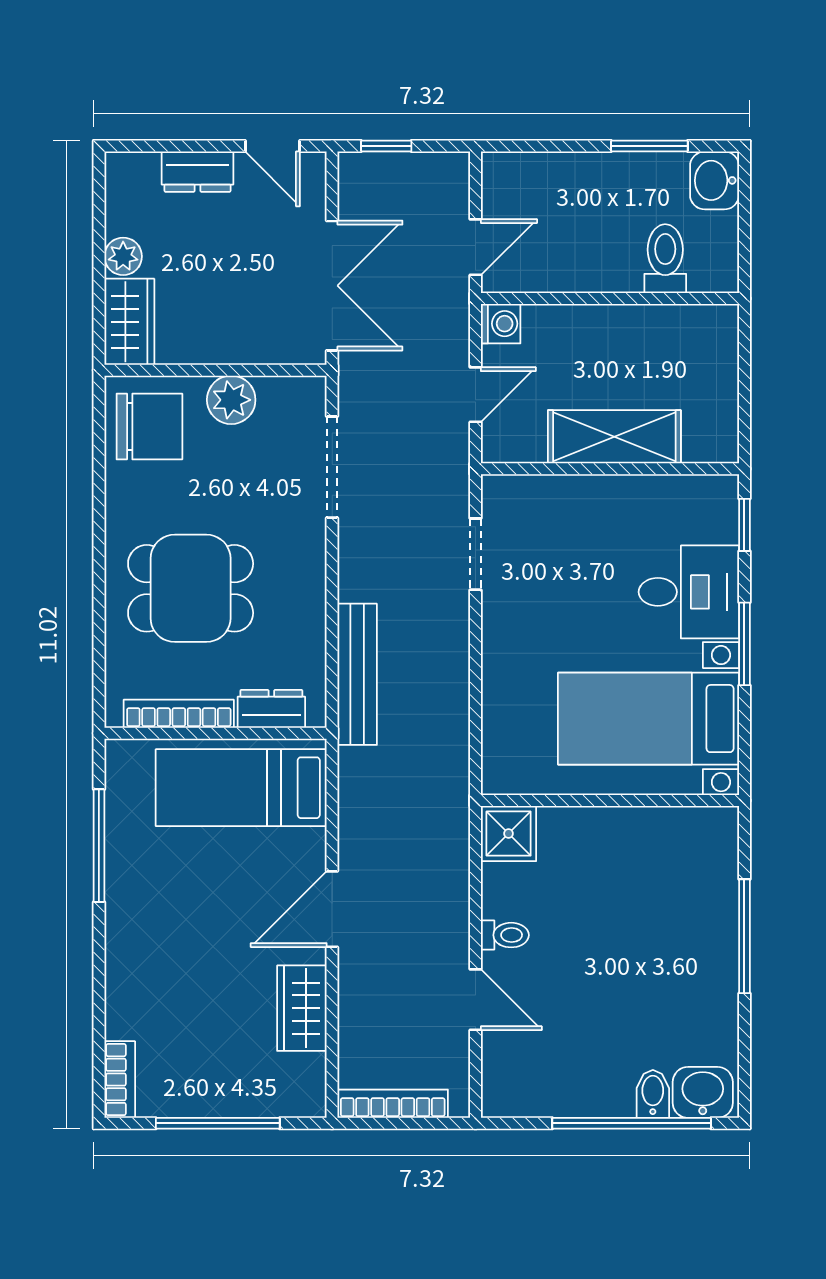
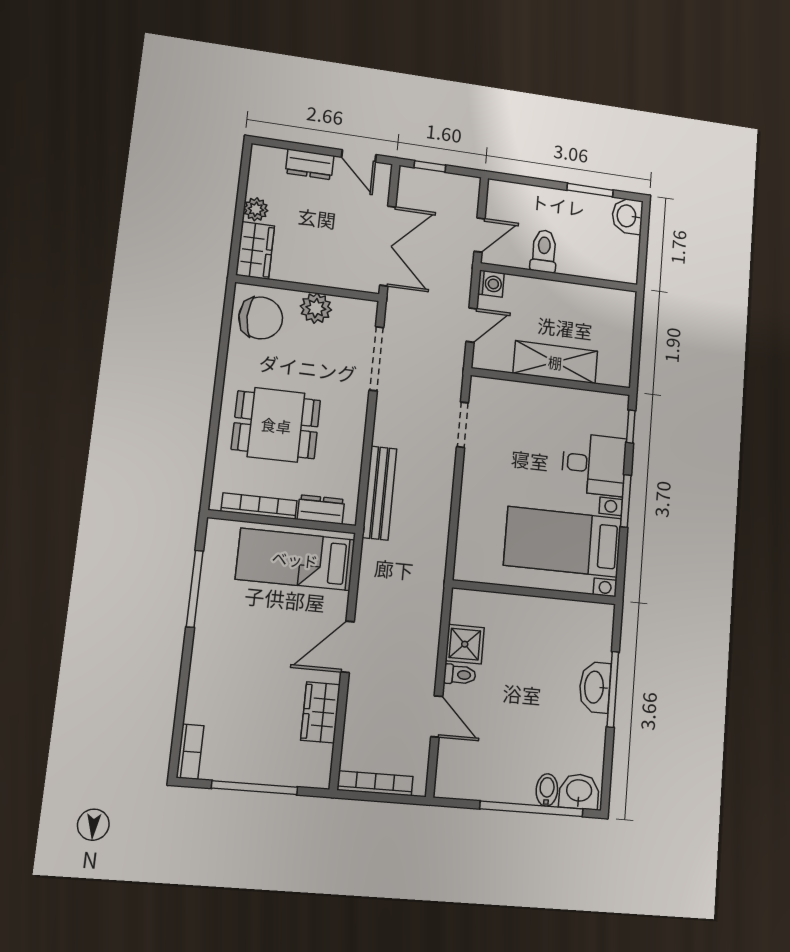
toilet: (665, 259) -> (544, 251), moved
shower: (509, 834) -> (465, 644), moved
washbasin: (716, 935) -> (595, 687), added

